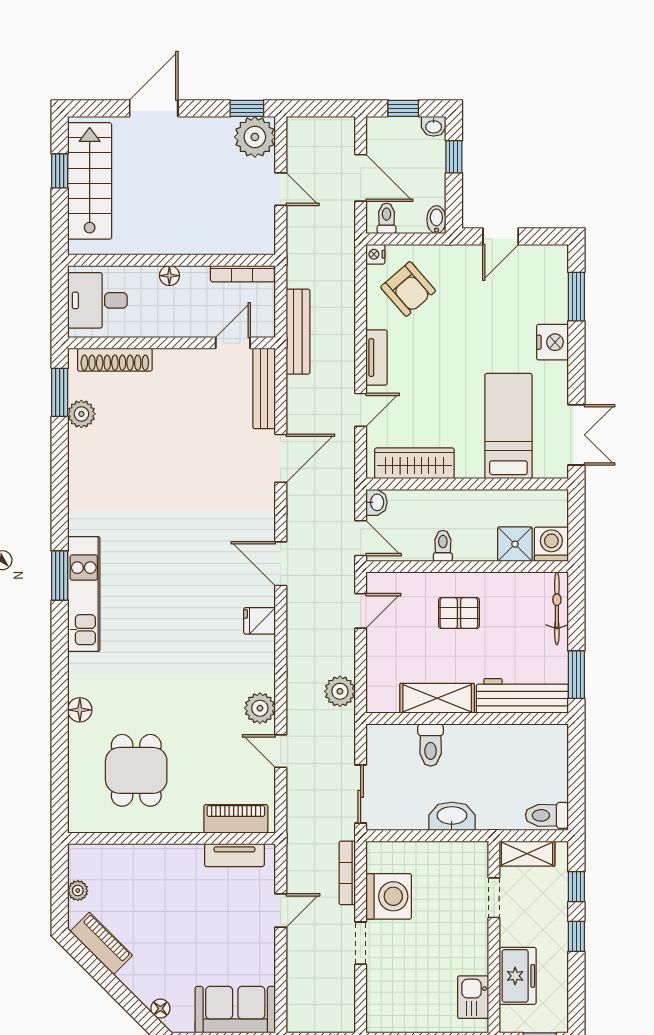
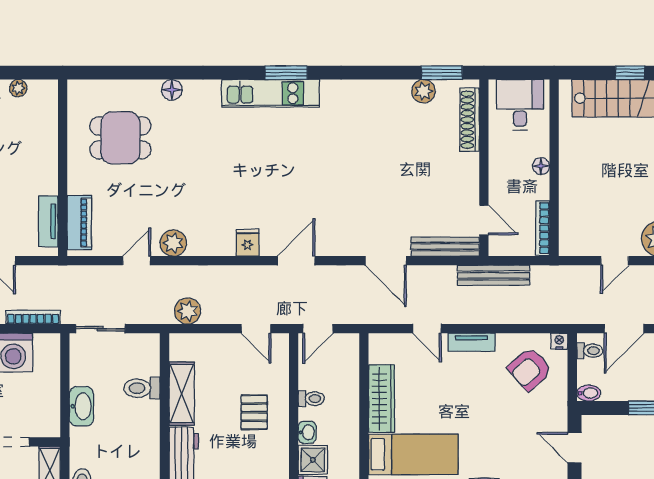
wardrobe: (414, 463) -> (381, 399), moved
washbasin: (376, 502) -> (307, 432), moved, turned -90

